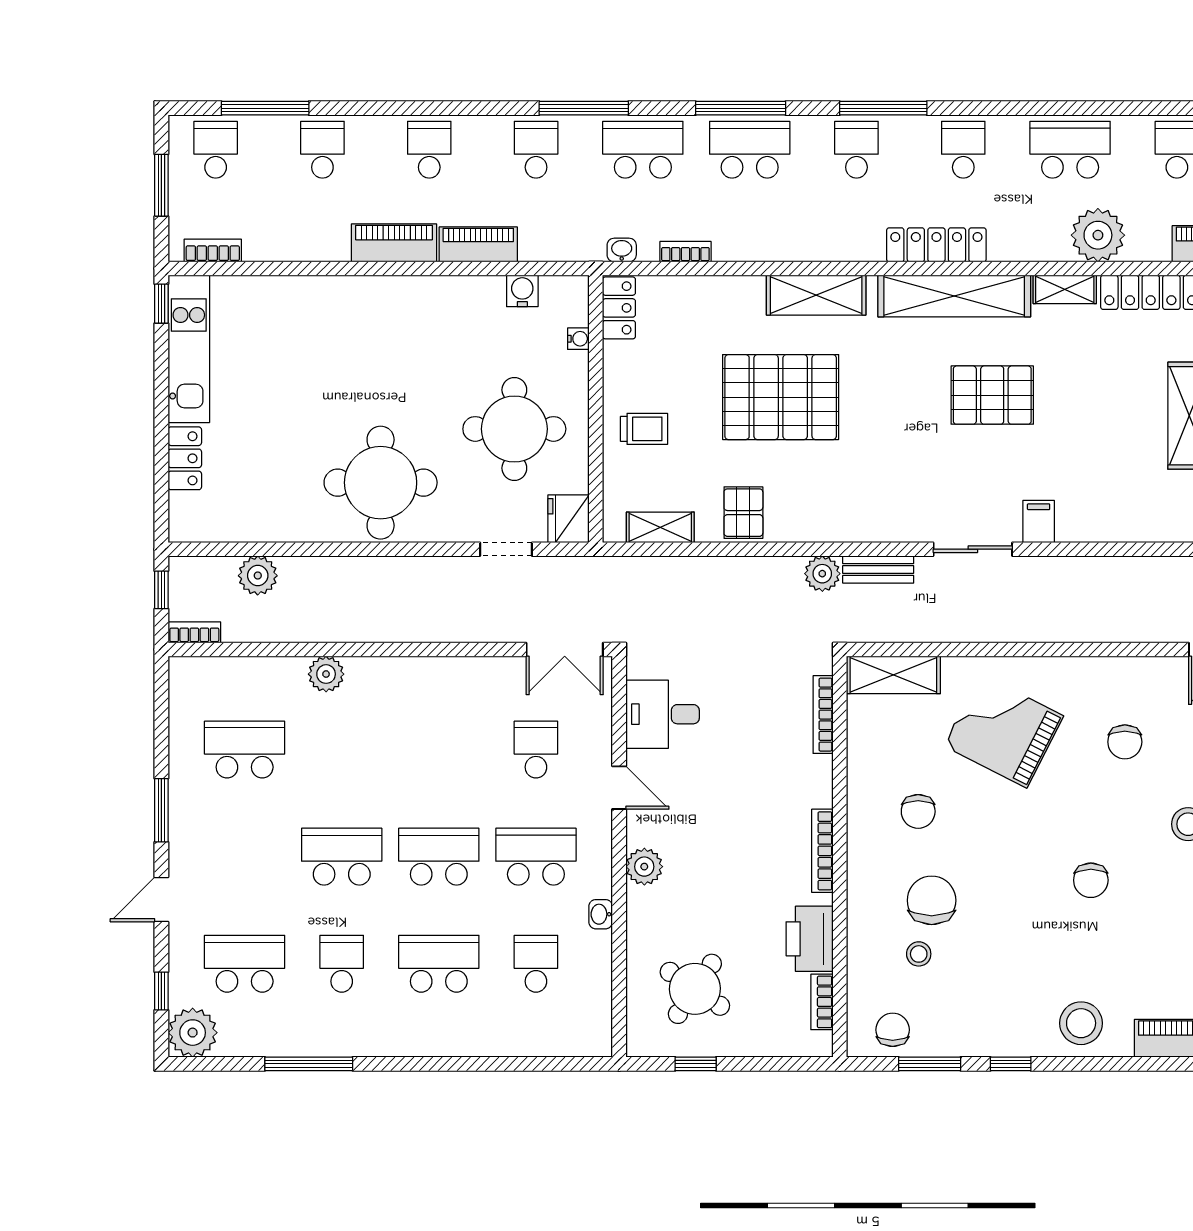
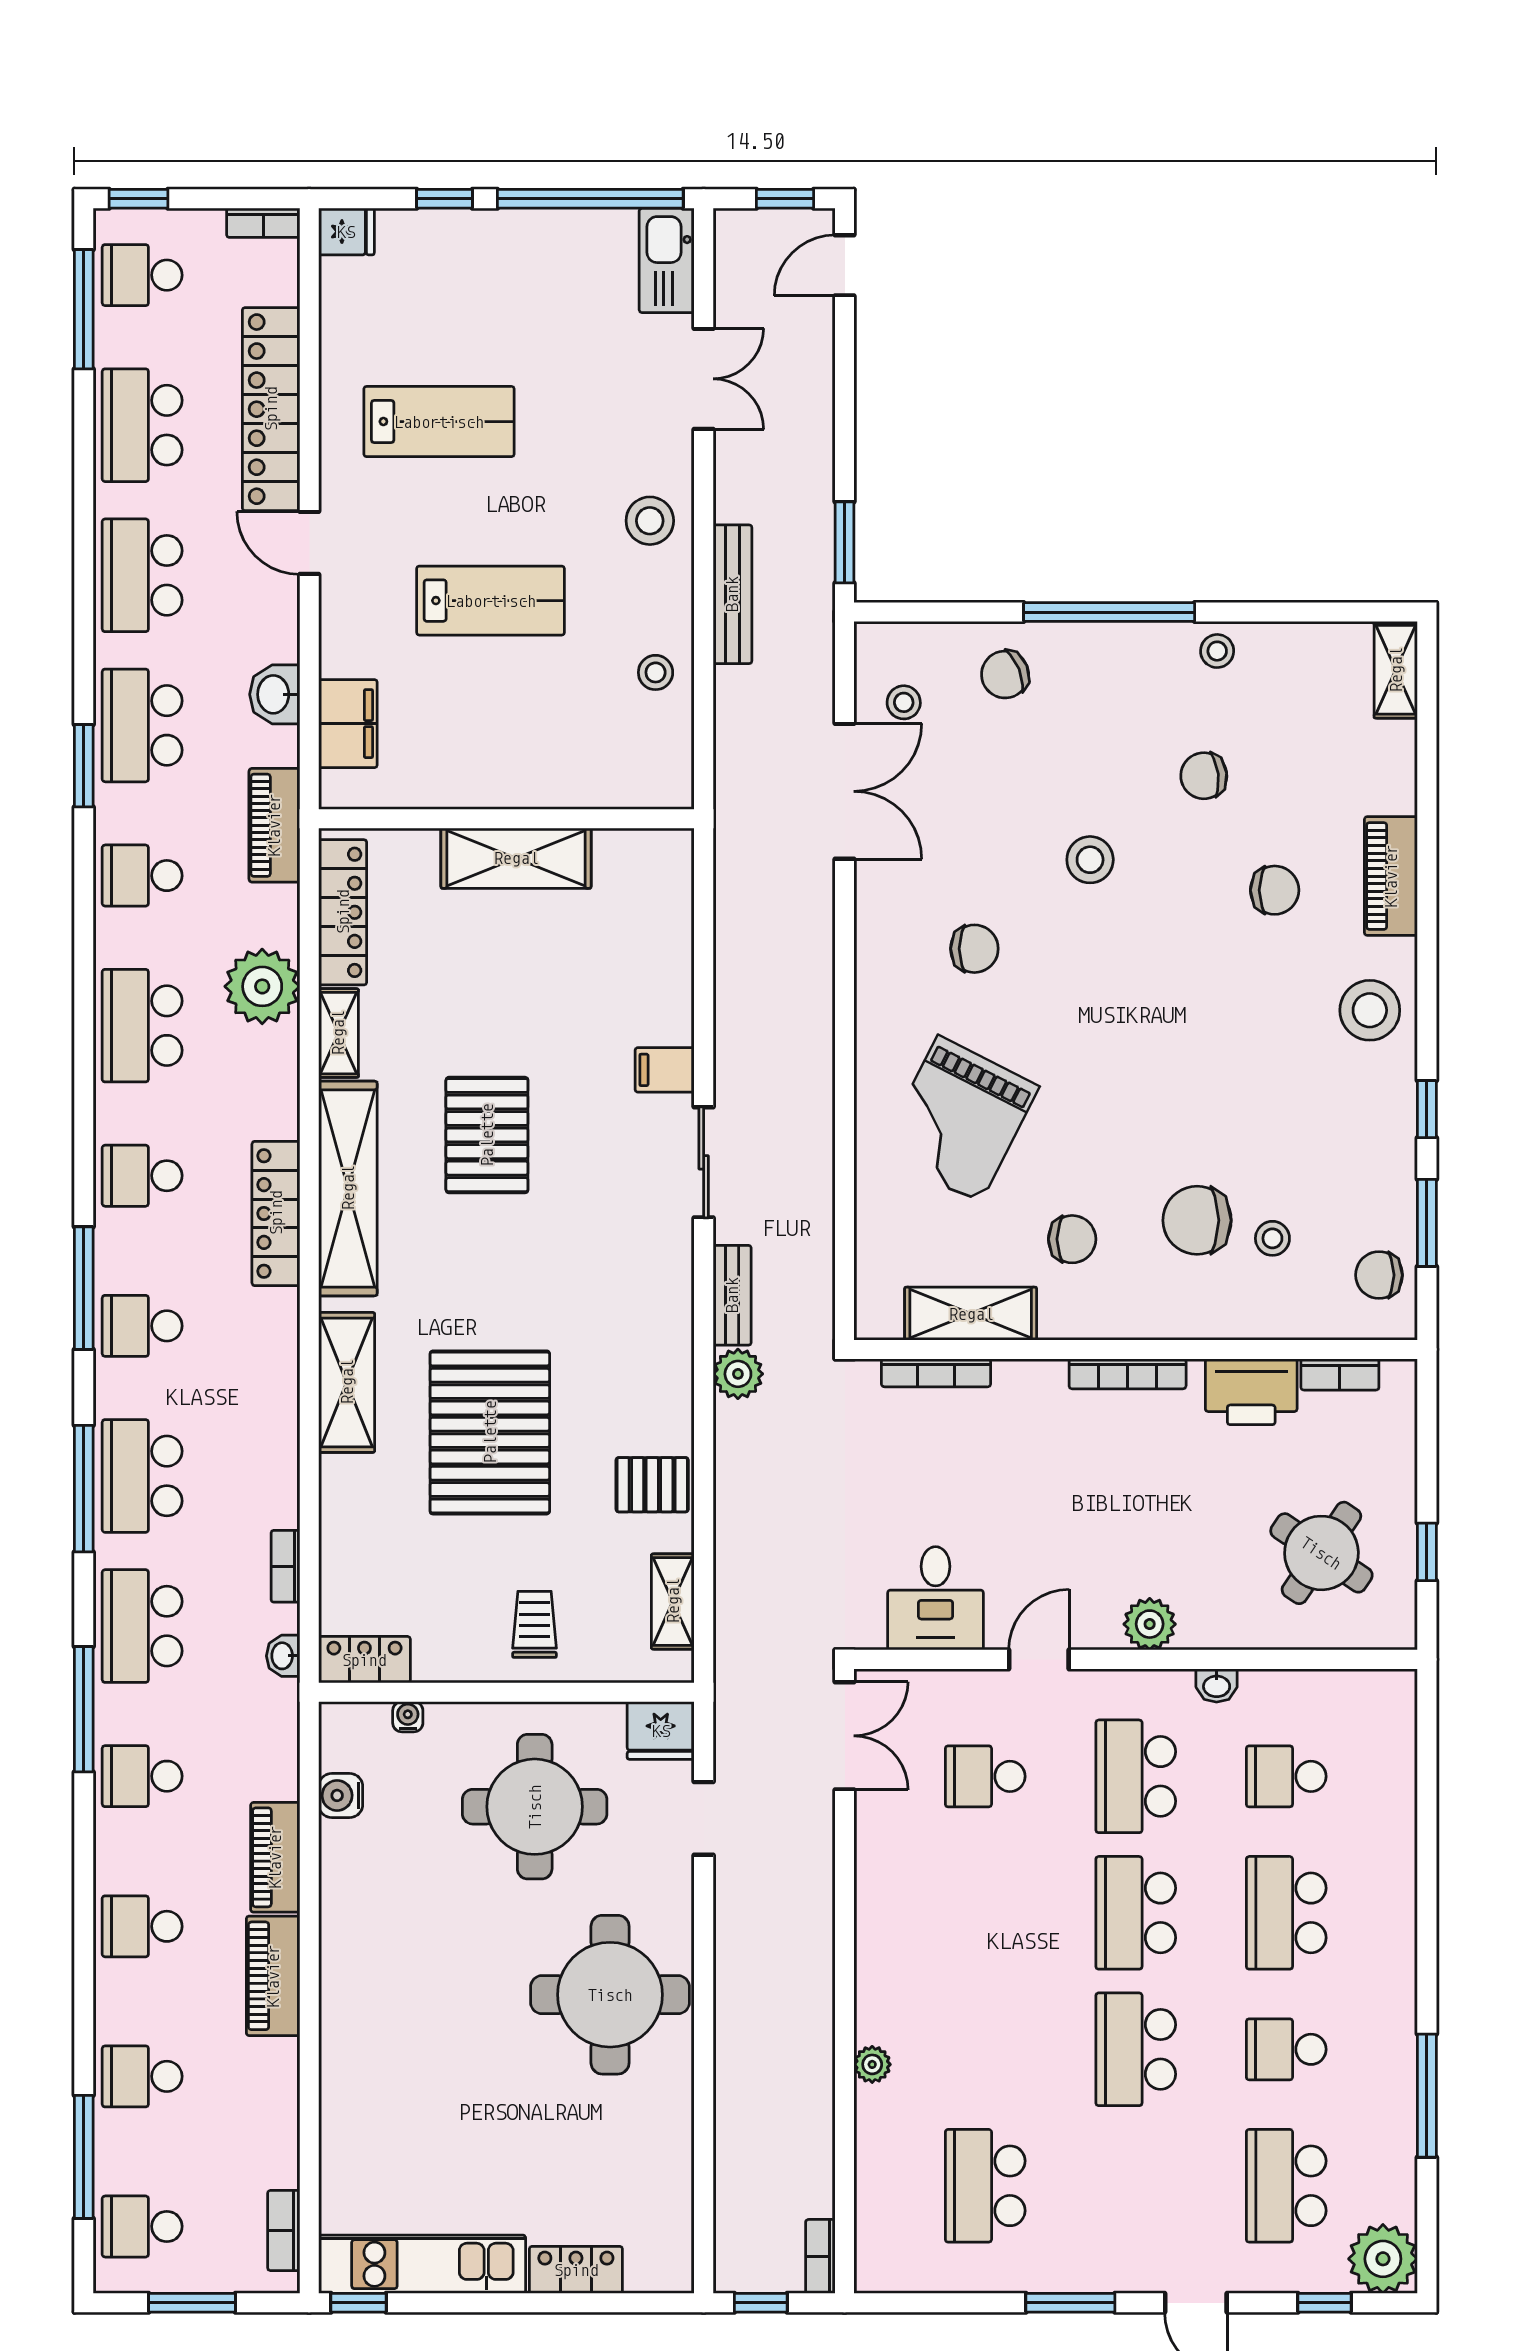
plant: (258, 576) -> (741, 2167), removed
plant: (326, 674) -> (872, 2064), width x0.73, depth x0.73
shelving: (893, 675) -> (971, 1314), moved, turned 90
chair: (1091, 880) -> (1275, 890), moved

